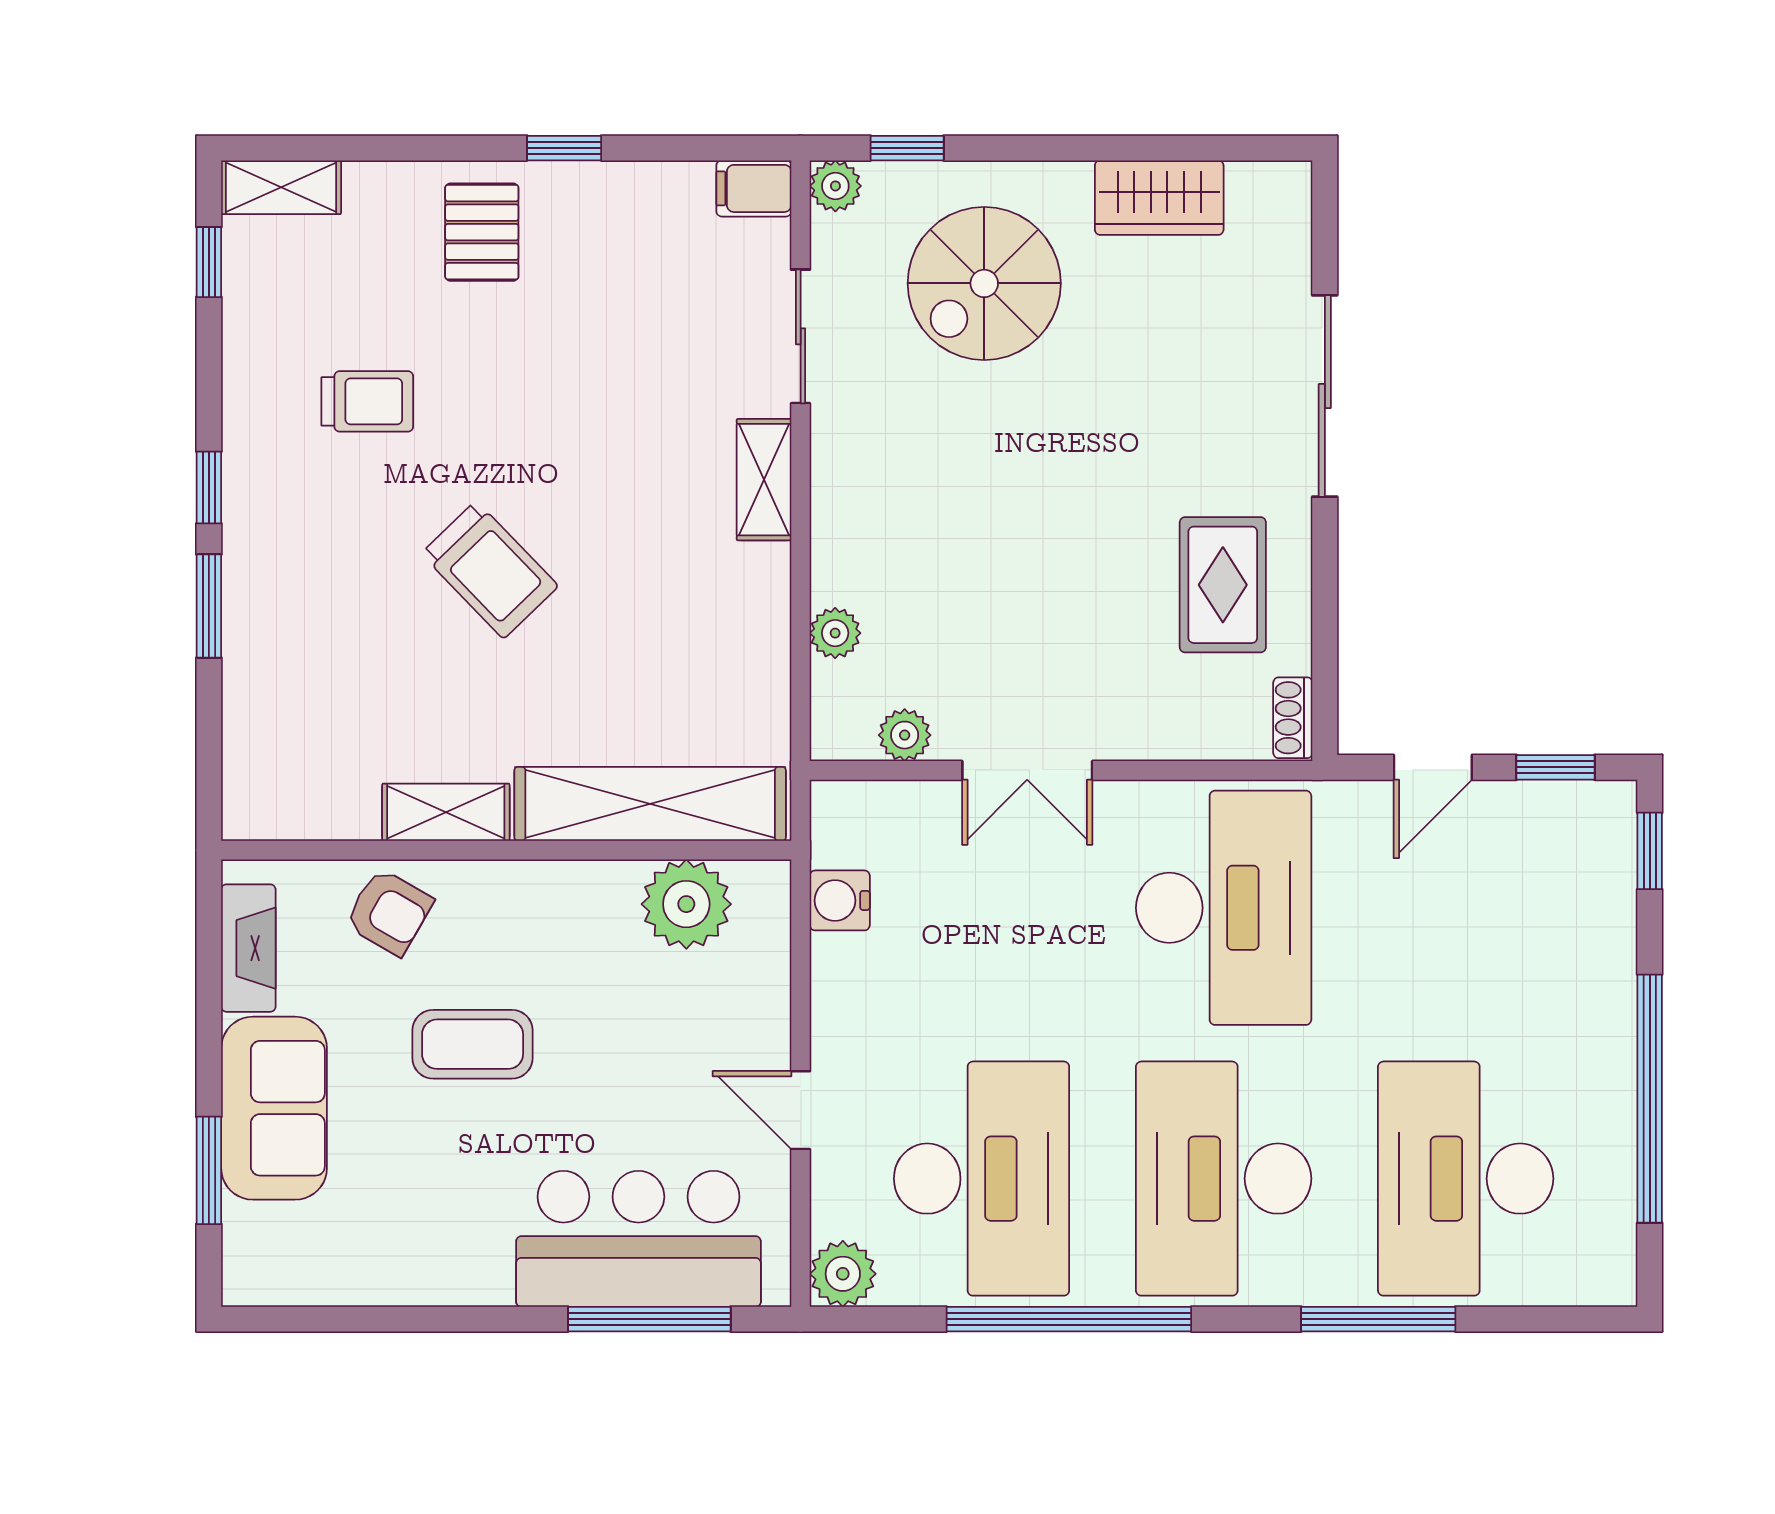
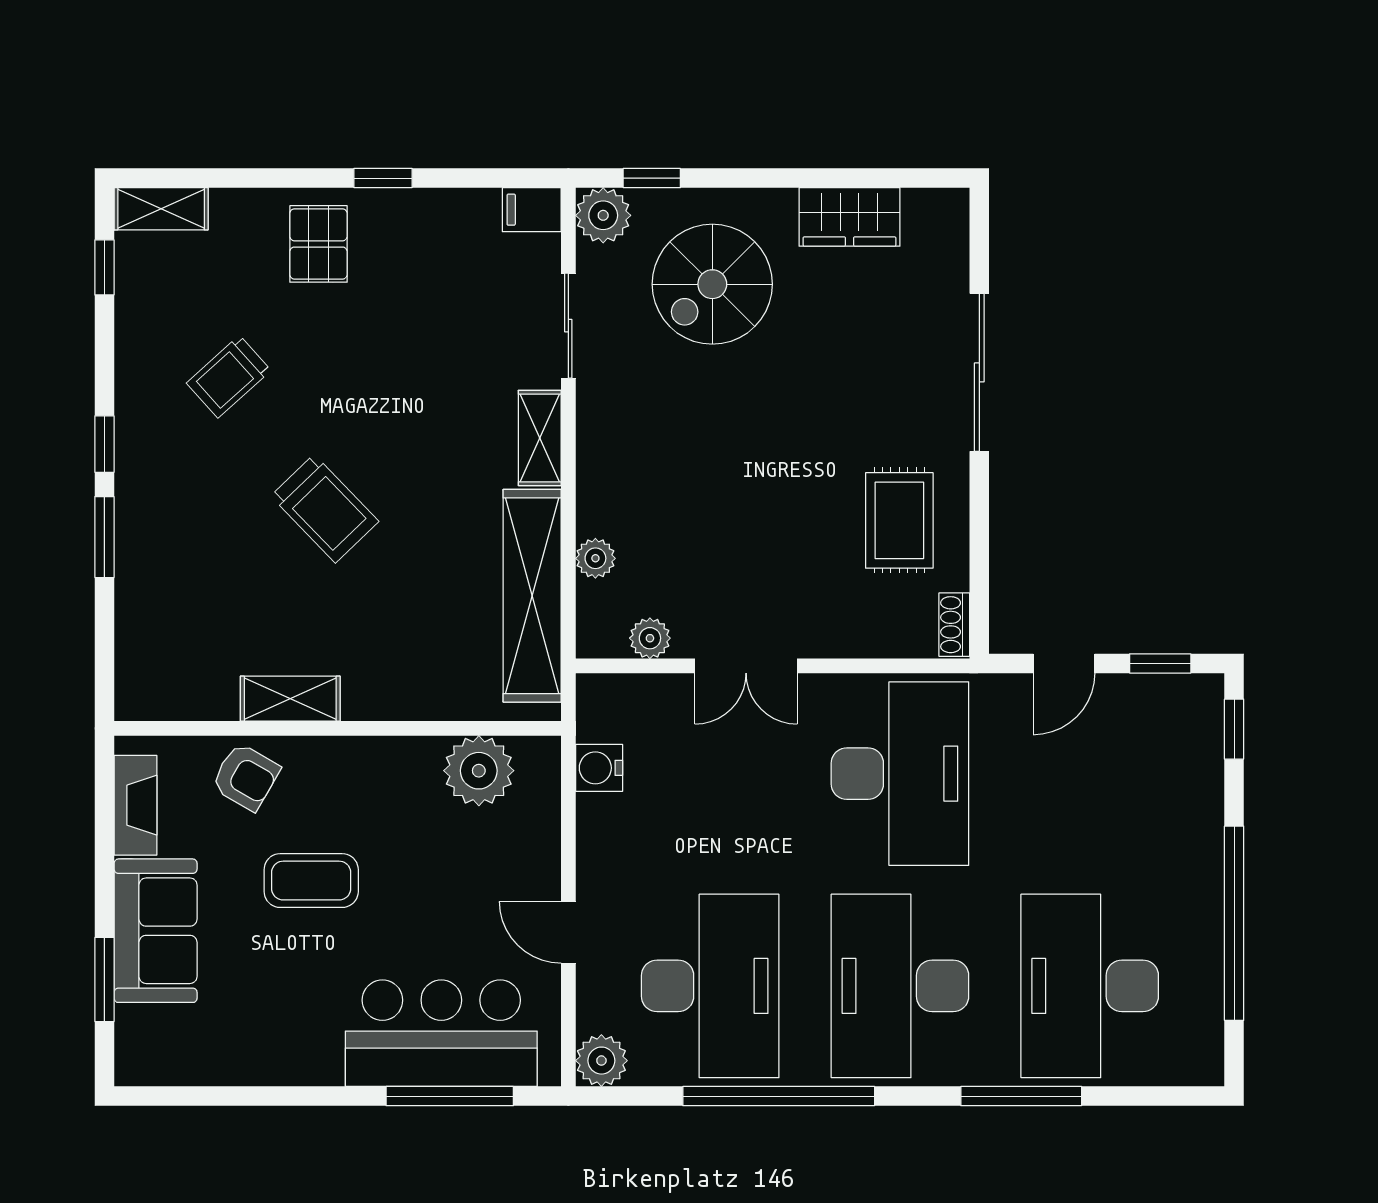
plant: (835, 186) -> (603, 215), width x1.38, depth x1.38
trolley: (367, 401) -> (229, 377), turned 138
shelving: (650, 804) -> (532, 596), moved, turned 90

